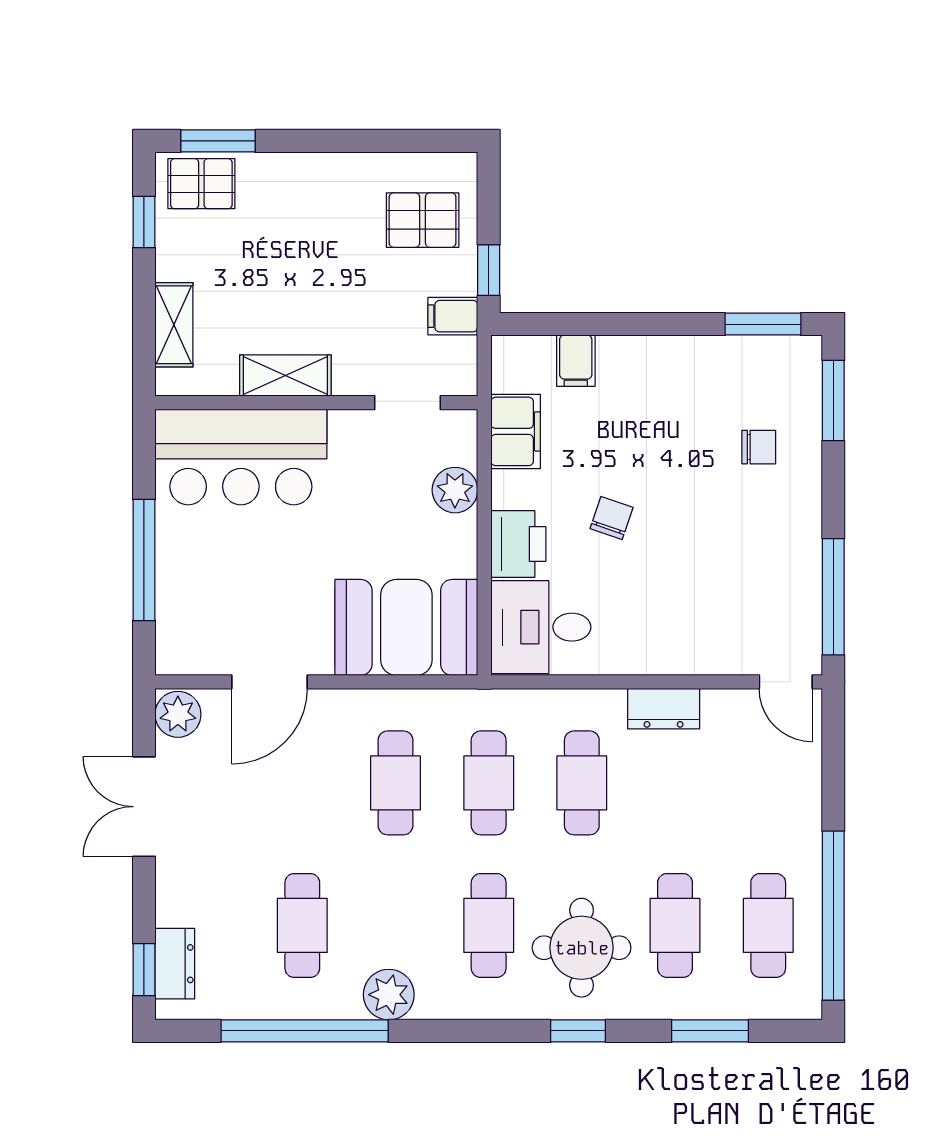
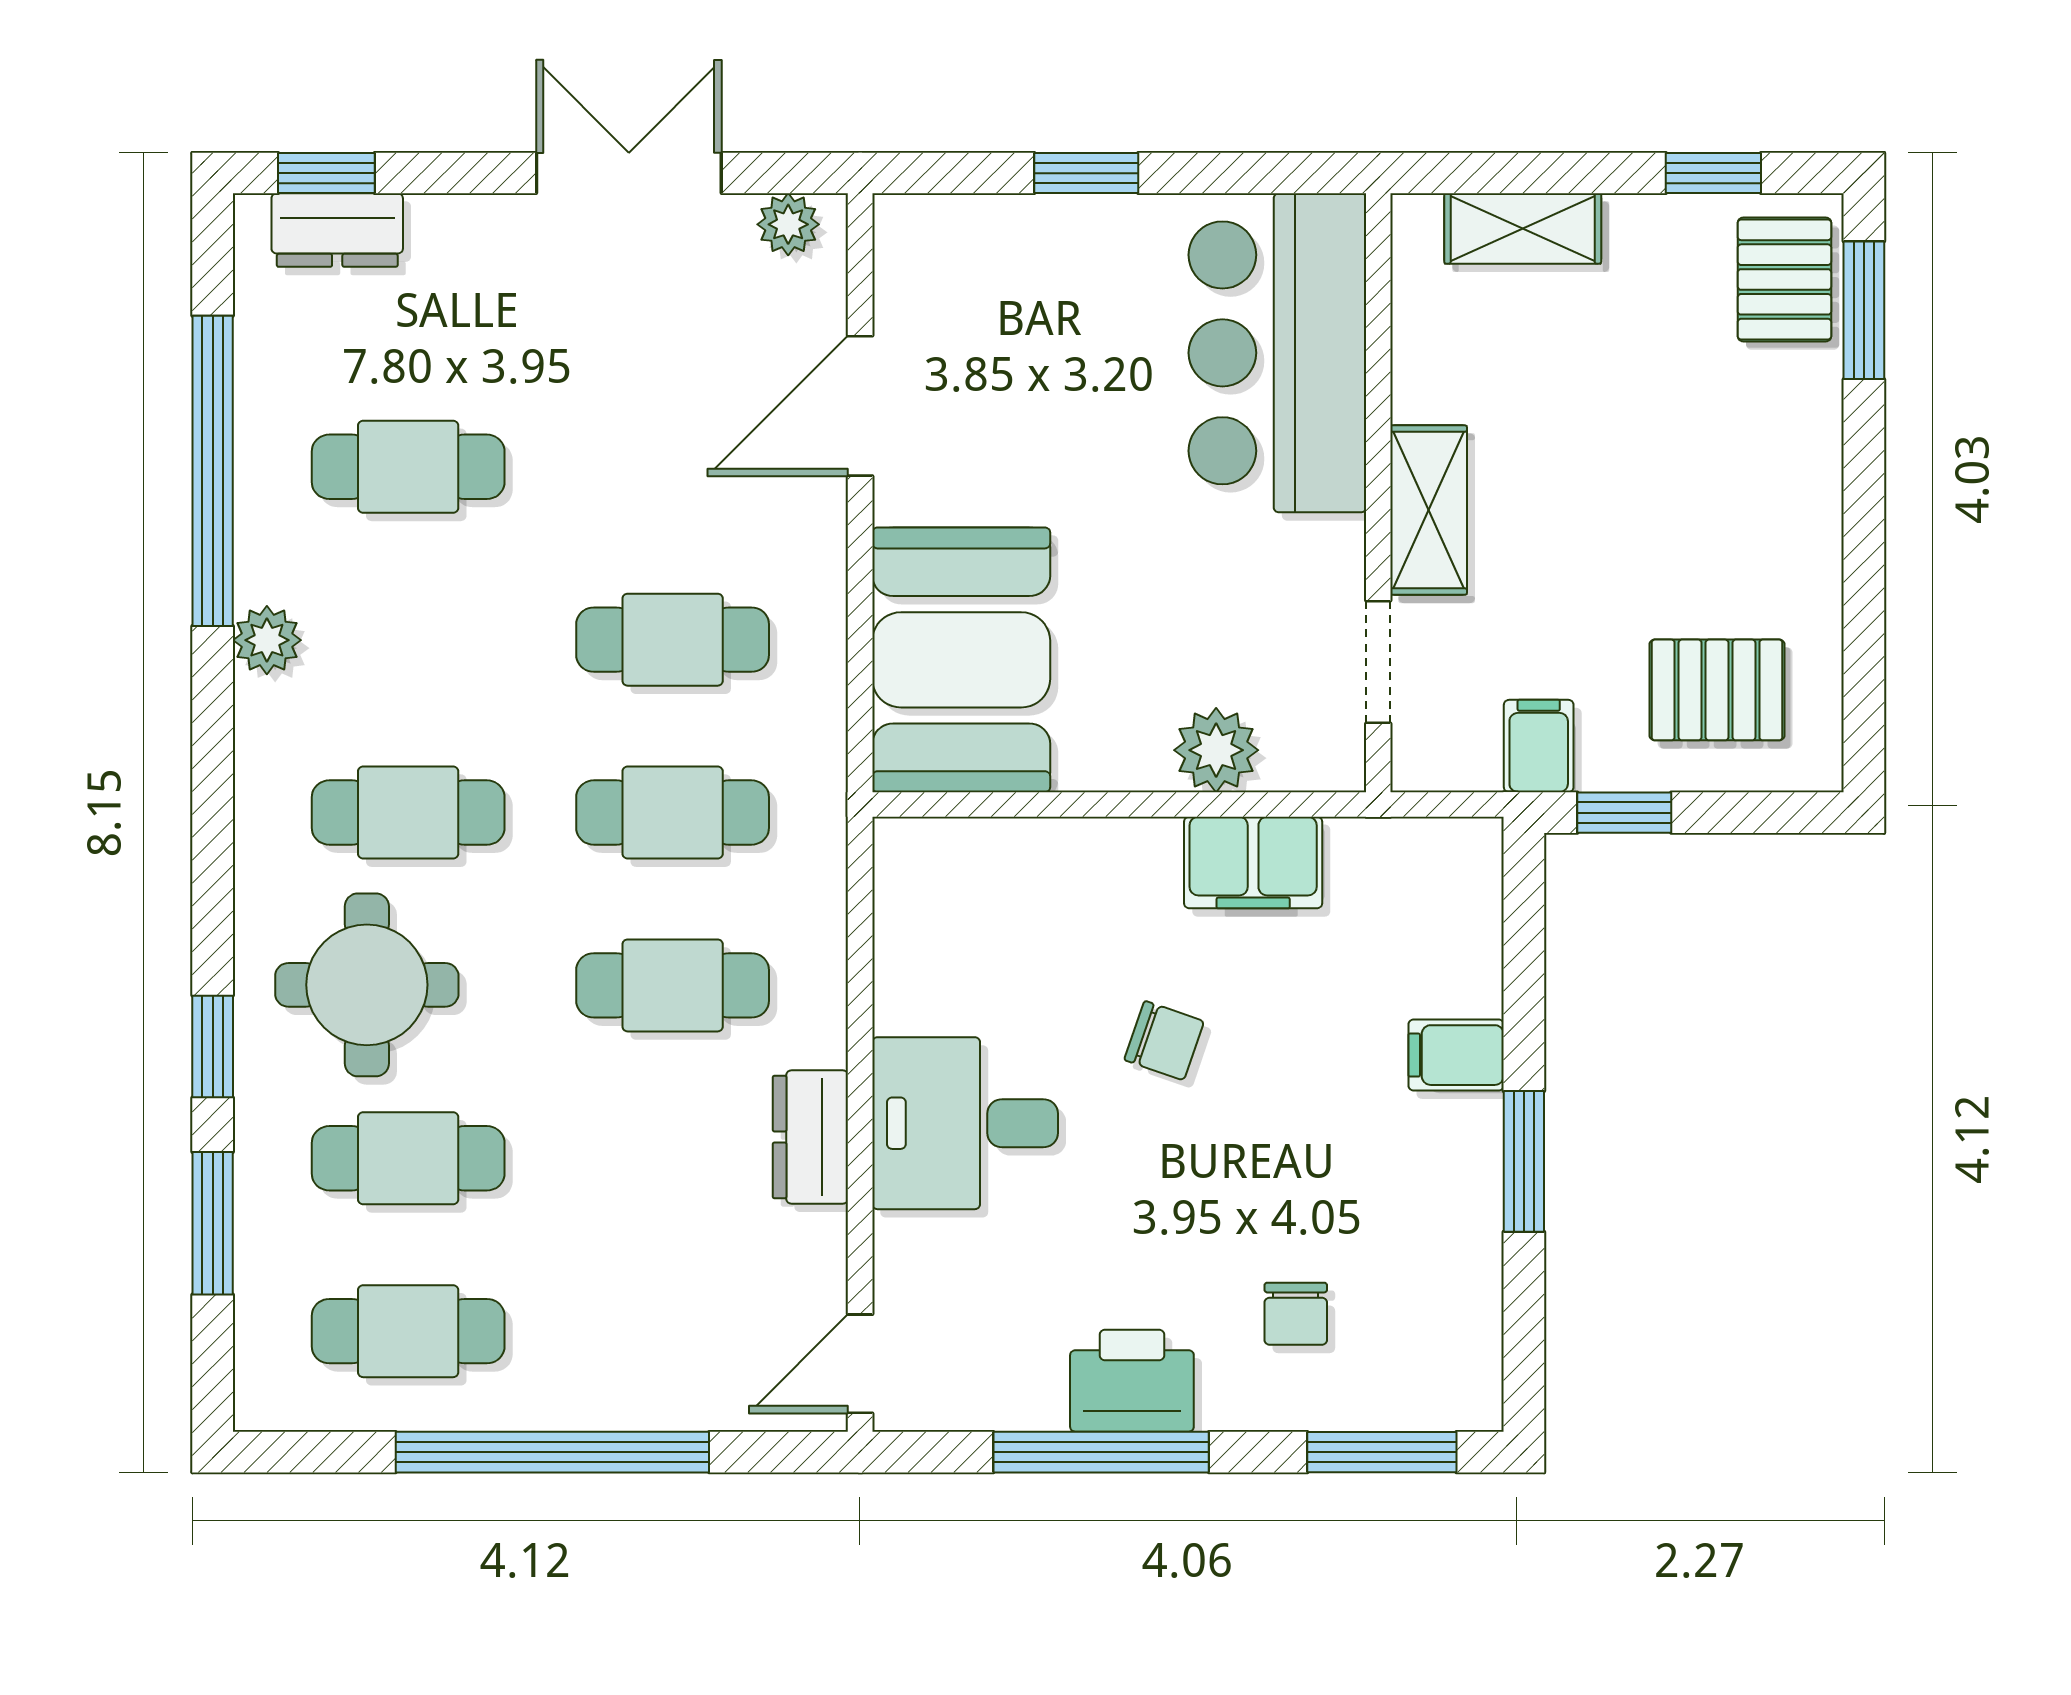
pallet: (423, 220) -> (1717, 690), turned 90
window: (763, 324) -> (1524, 1161), moved
filing cabinet: (576, 361) -> (1456, 1055), moved
shelving: (285, 375) -> (1429, 510), moved
filing cabinet: (516, 431) -> (1253, 863), moved
printer: (518, 544) -> (1132, 1381), moved, turned 180
window: (144, 560) -> (1086, 173), width x0.46
window: (833, 597) -> (1101, 1452), moved
desk: (541, 627) -> (965, 1123), moved, turned -90
door: (270, 682) -> (860, 406), hinge flipped
plant: (178, 714) -> (788, 224), width x0.73, depth x0.73
window: (833, 916) -> (552, 1452), moved
plant: (389, 995) -> (267, 640), width x0.73, depth x0.73
window: (578, 1031) -> (213, 1047), moved

